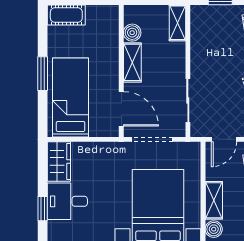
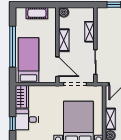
cot: (66, 15) -> (37, 13), moved
shelving: (177, 23) -> (89, 32), moved
boiler: (132, 33) -> (64, 12), moved
window: (43, 74) -> (13, 47), width x2.11

